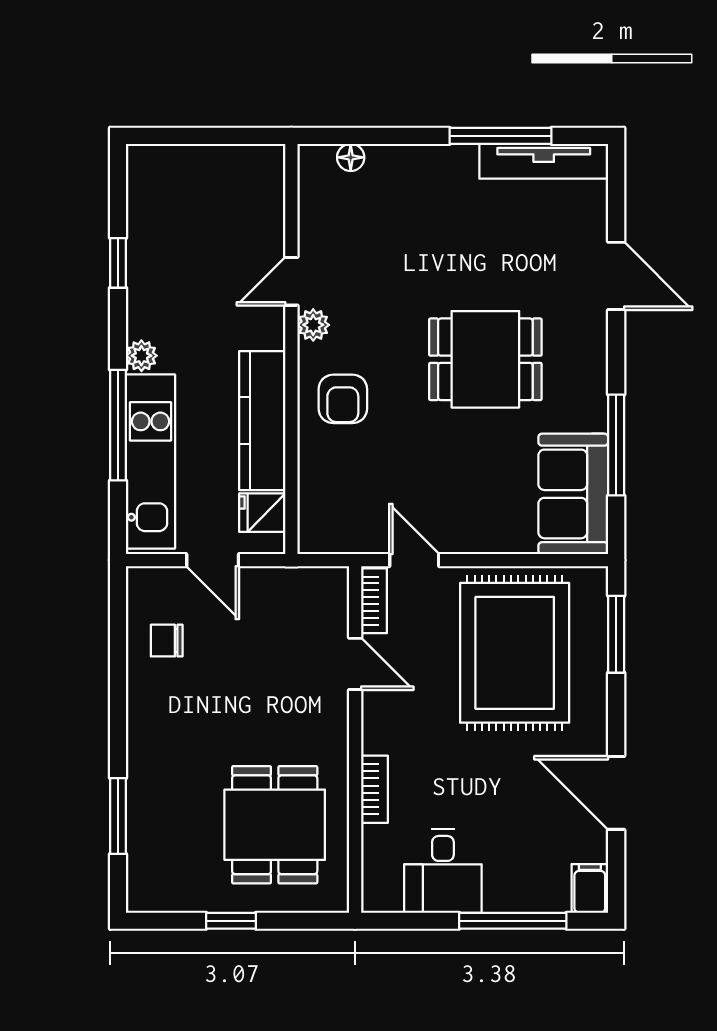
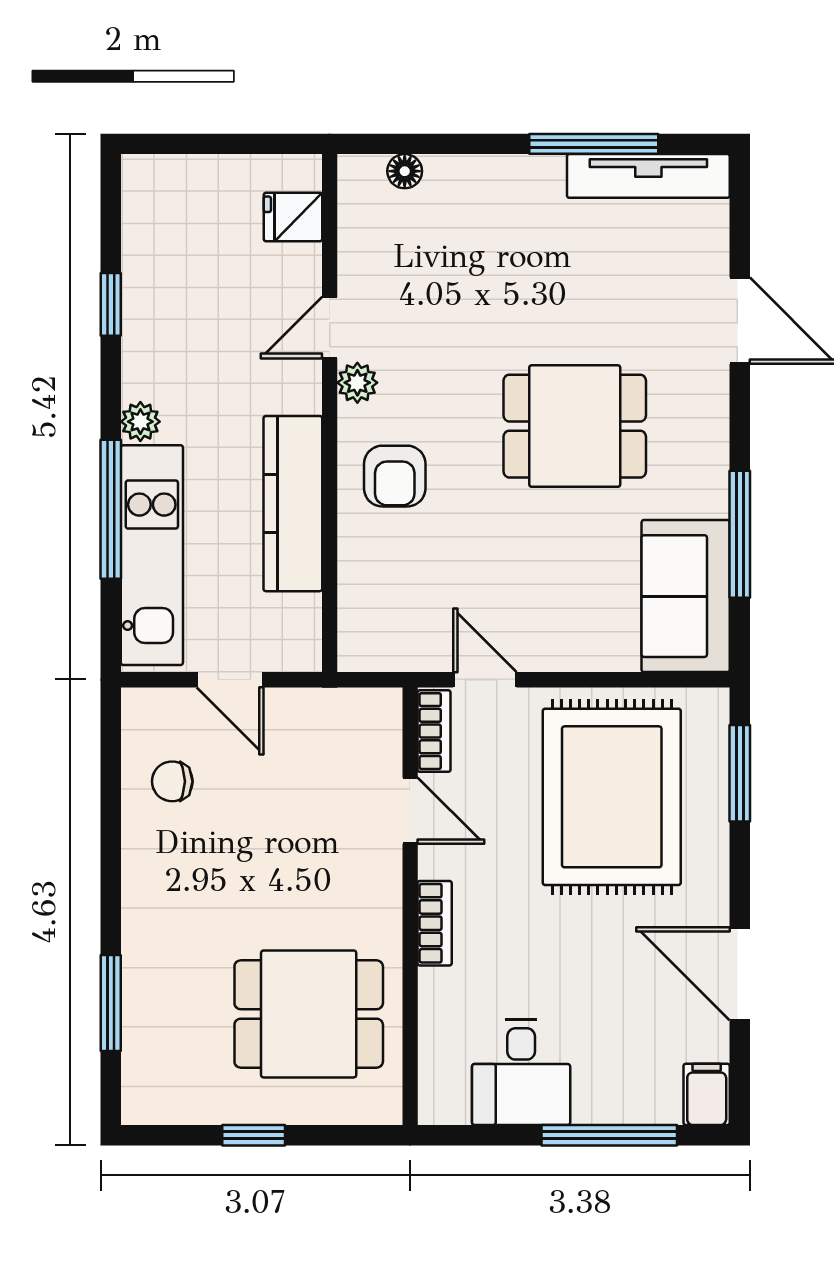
fridge: (262, 513) -> (293, 217), moved
bookcase: (374, 789) -> (435, 923), moved
dining table: (275, 825) -> (309, 1014), turned 90

